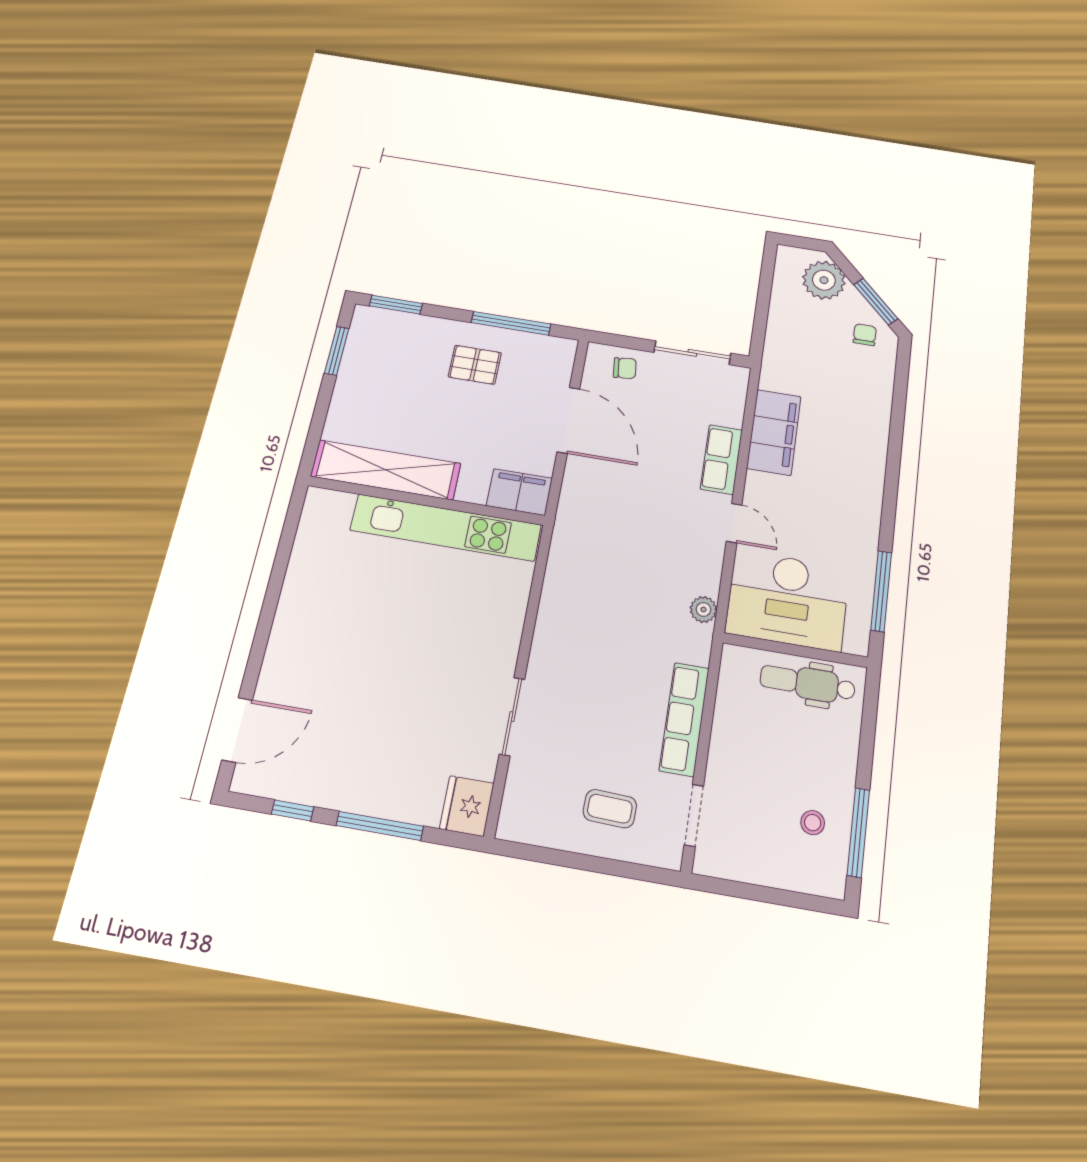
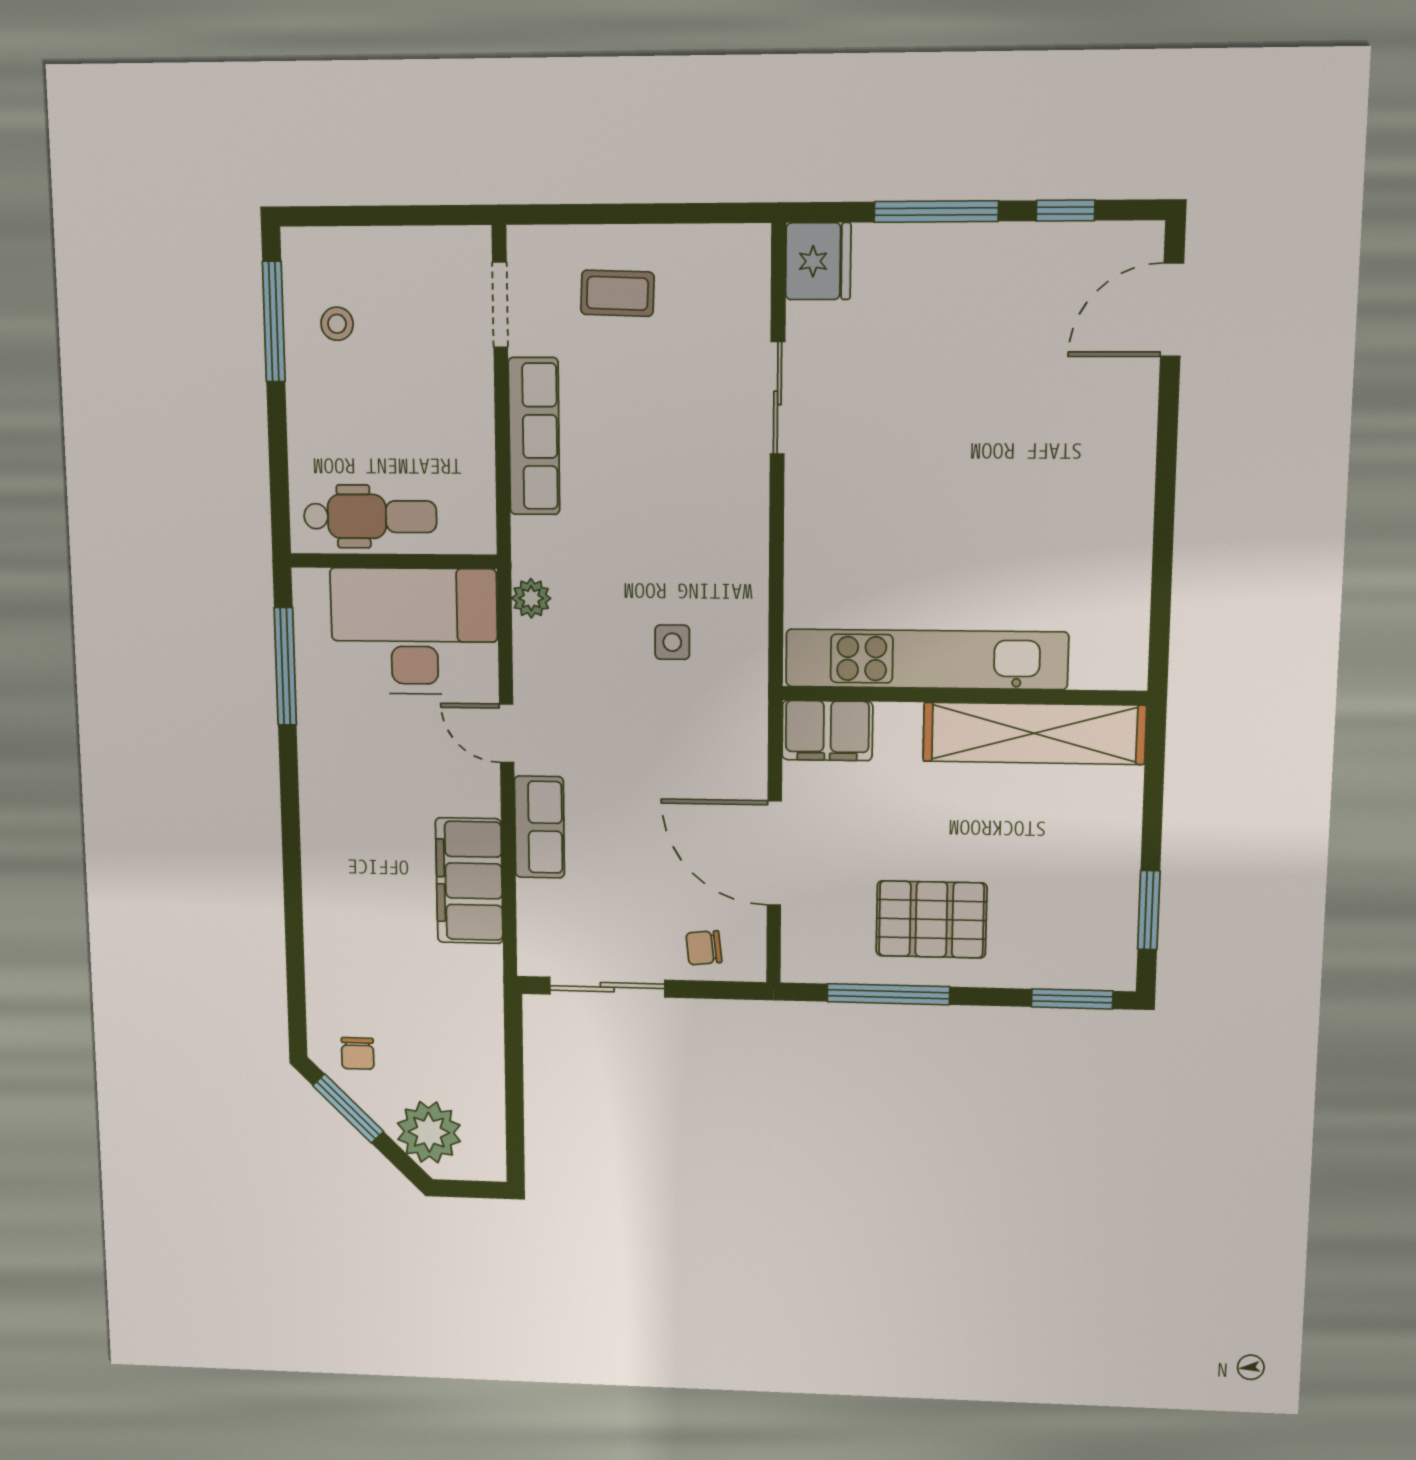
pallet: (475, 365) -> (931, 919), width x1.50, depth x1.42
side table: (612, 565) -> (672, 642), added

